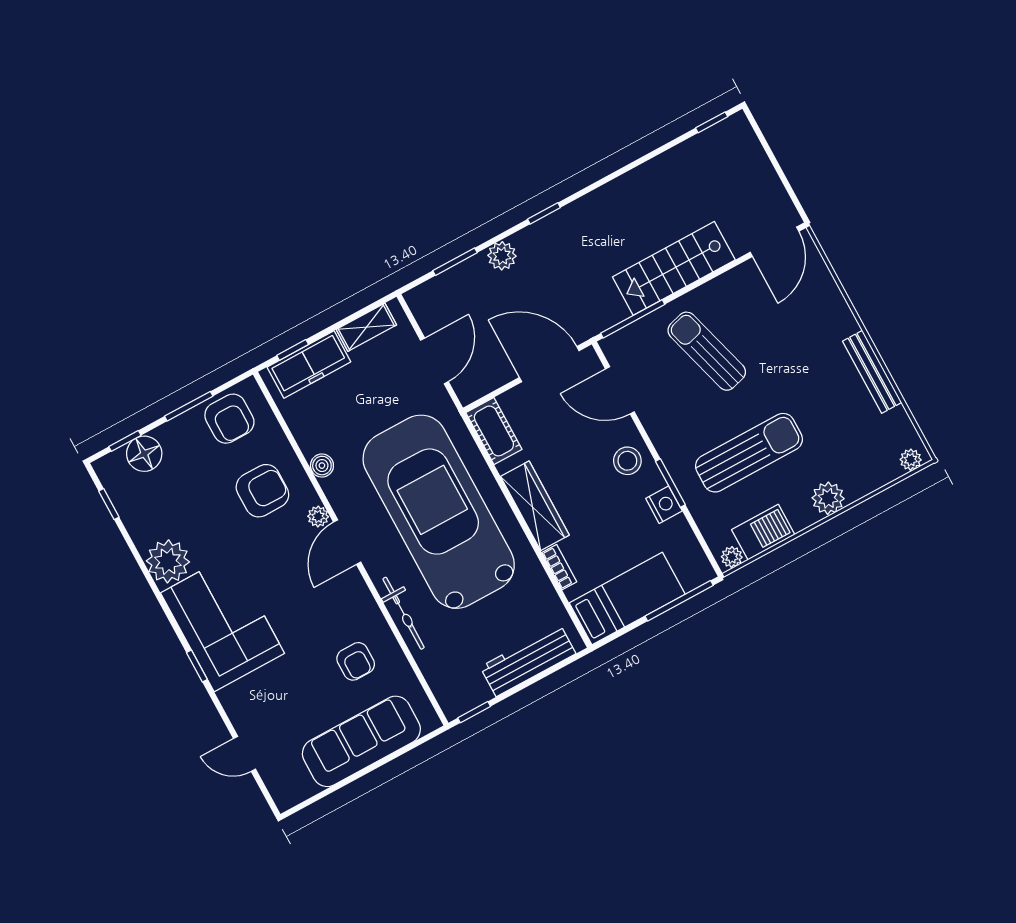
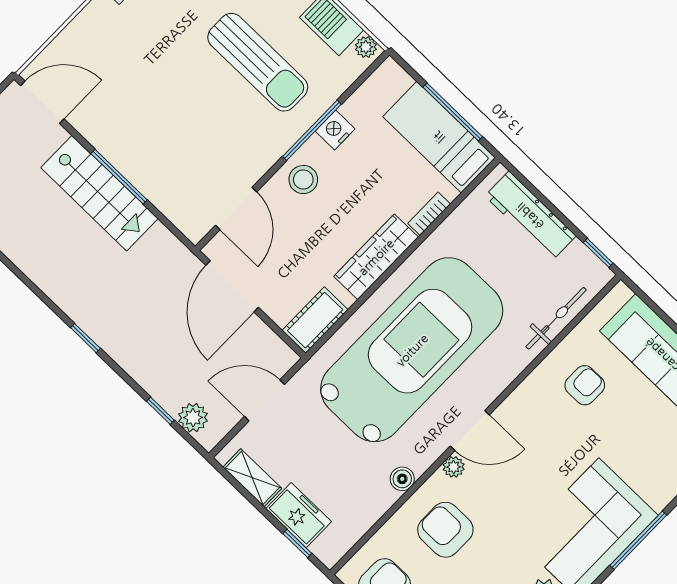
plant: (502, 256) -> (193, 418), moved
window: (455, 262) -> (160, 411), width x0.67
window: (633, 319) -> (119, 177), moved
sun lounger: (707, 351) -> (171, 135), removed
freezer: (309, 364) -> (299, 515), width x0.71
sun lounger: (749, 453) -> (258, 62), turned 180
window: (670, 483) -> (312, 130), width x1.44
car: (439, 512) -> (412, 350), turned 180
window: (679, 601) -> (453, 112), moved
bicycle: (404, 613) -> (556, 318), moved
window: (197, 666) -> (638, 540), width x2.17

